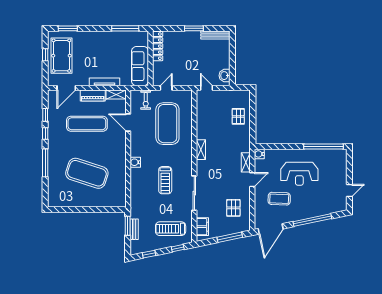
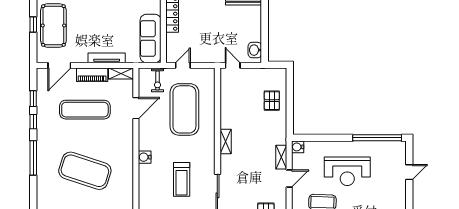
door: (128, 123) -> (136, 108), swing flipped
door: (349, 190) -> (409, 172), moved

